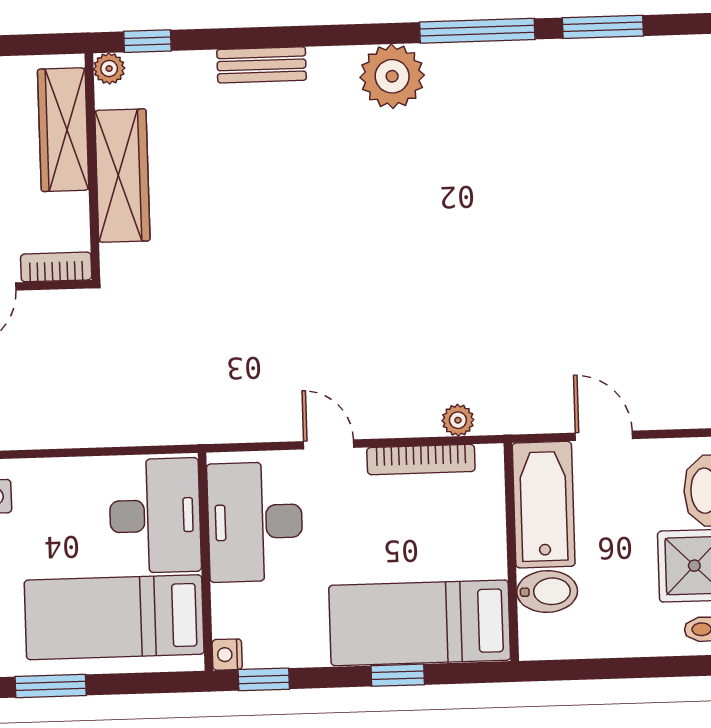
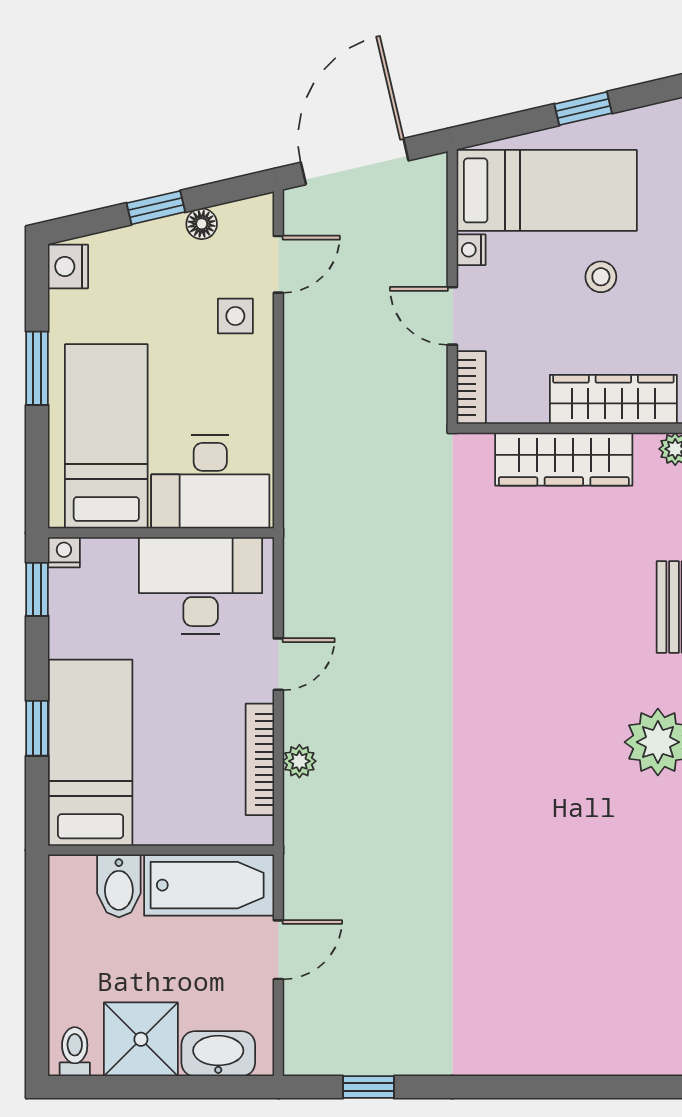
plant: (458, 420) -> (299, 761), moved

